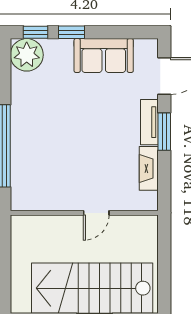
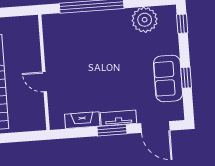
window: (71, 32) -> (186, 78), moved
plant: (27, 55) -> (145, 20), moved

